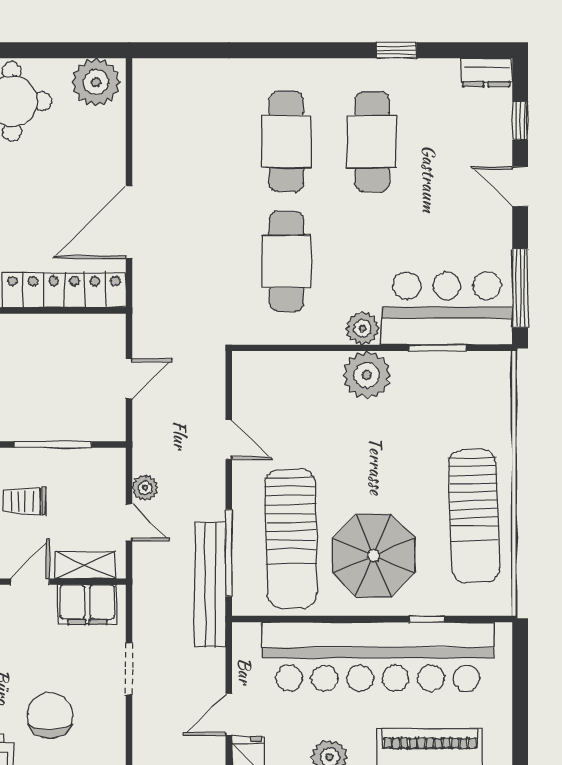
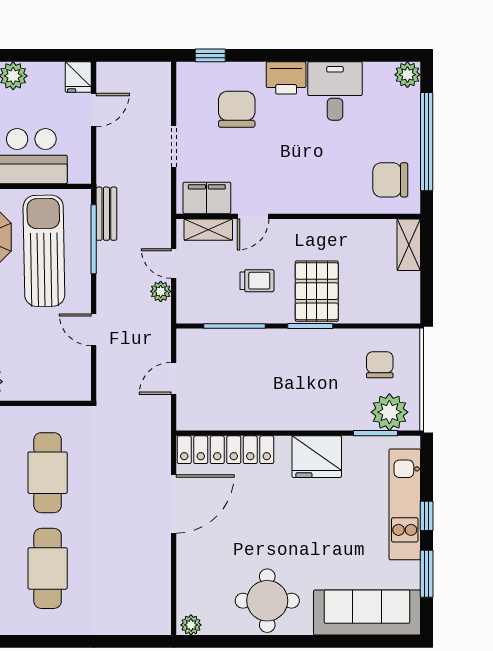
plant: (96, 82) -> (191, 625), width x0.53, depth x0.53
bench: (210, 585) -> (106, 214), width x0.54, depth x0.82
chair: (50, 715) -> (237, 109), turned 180

